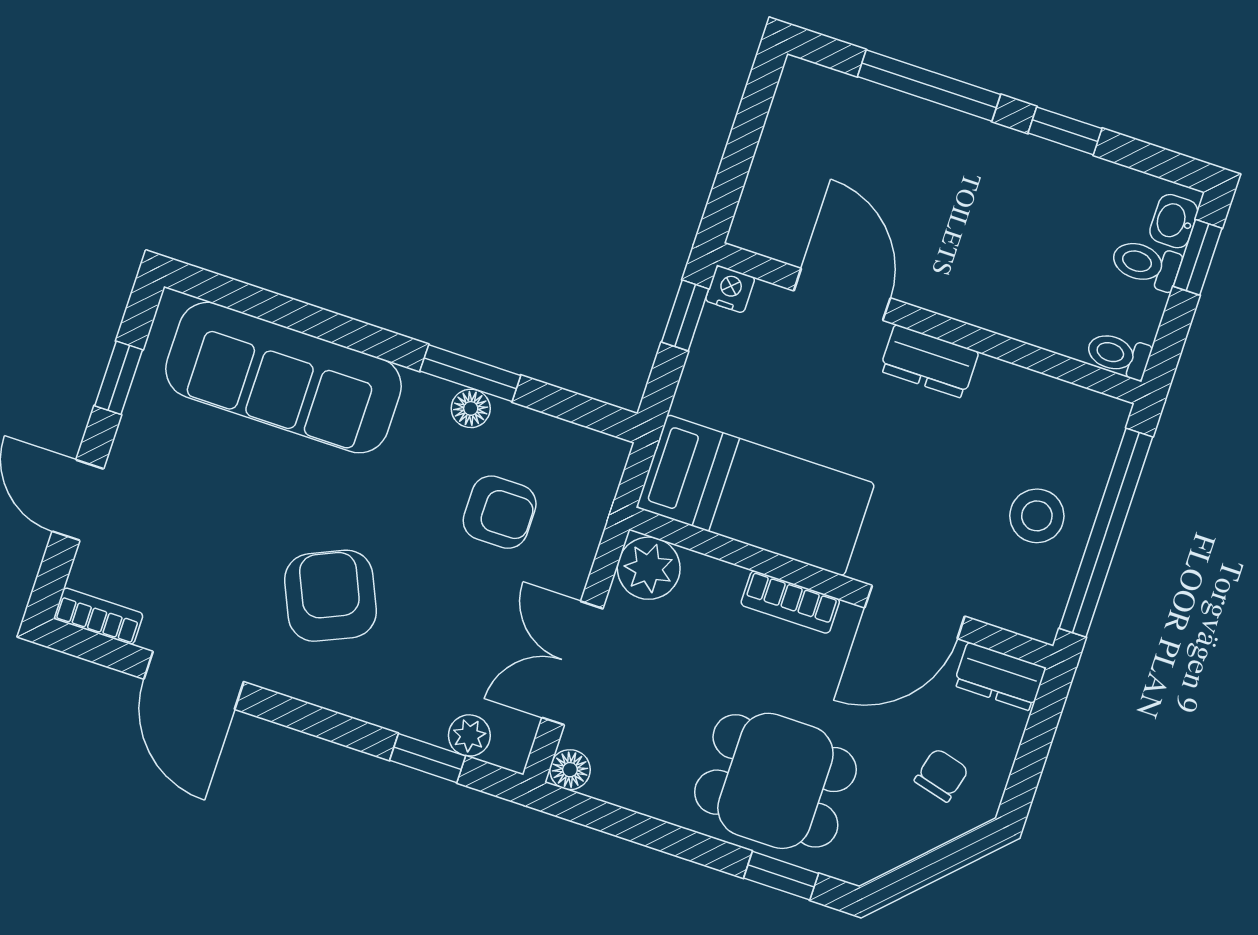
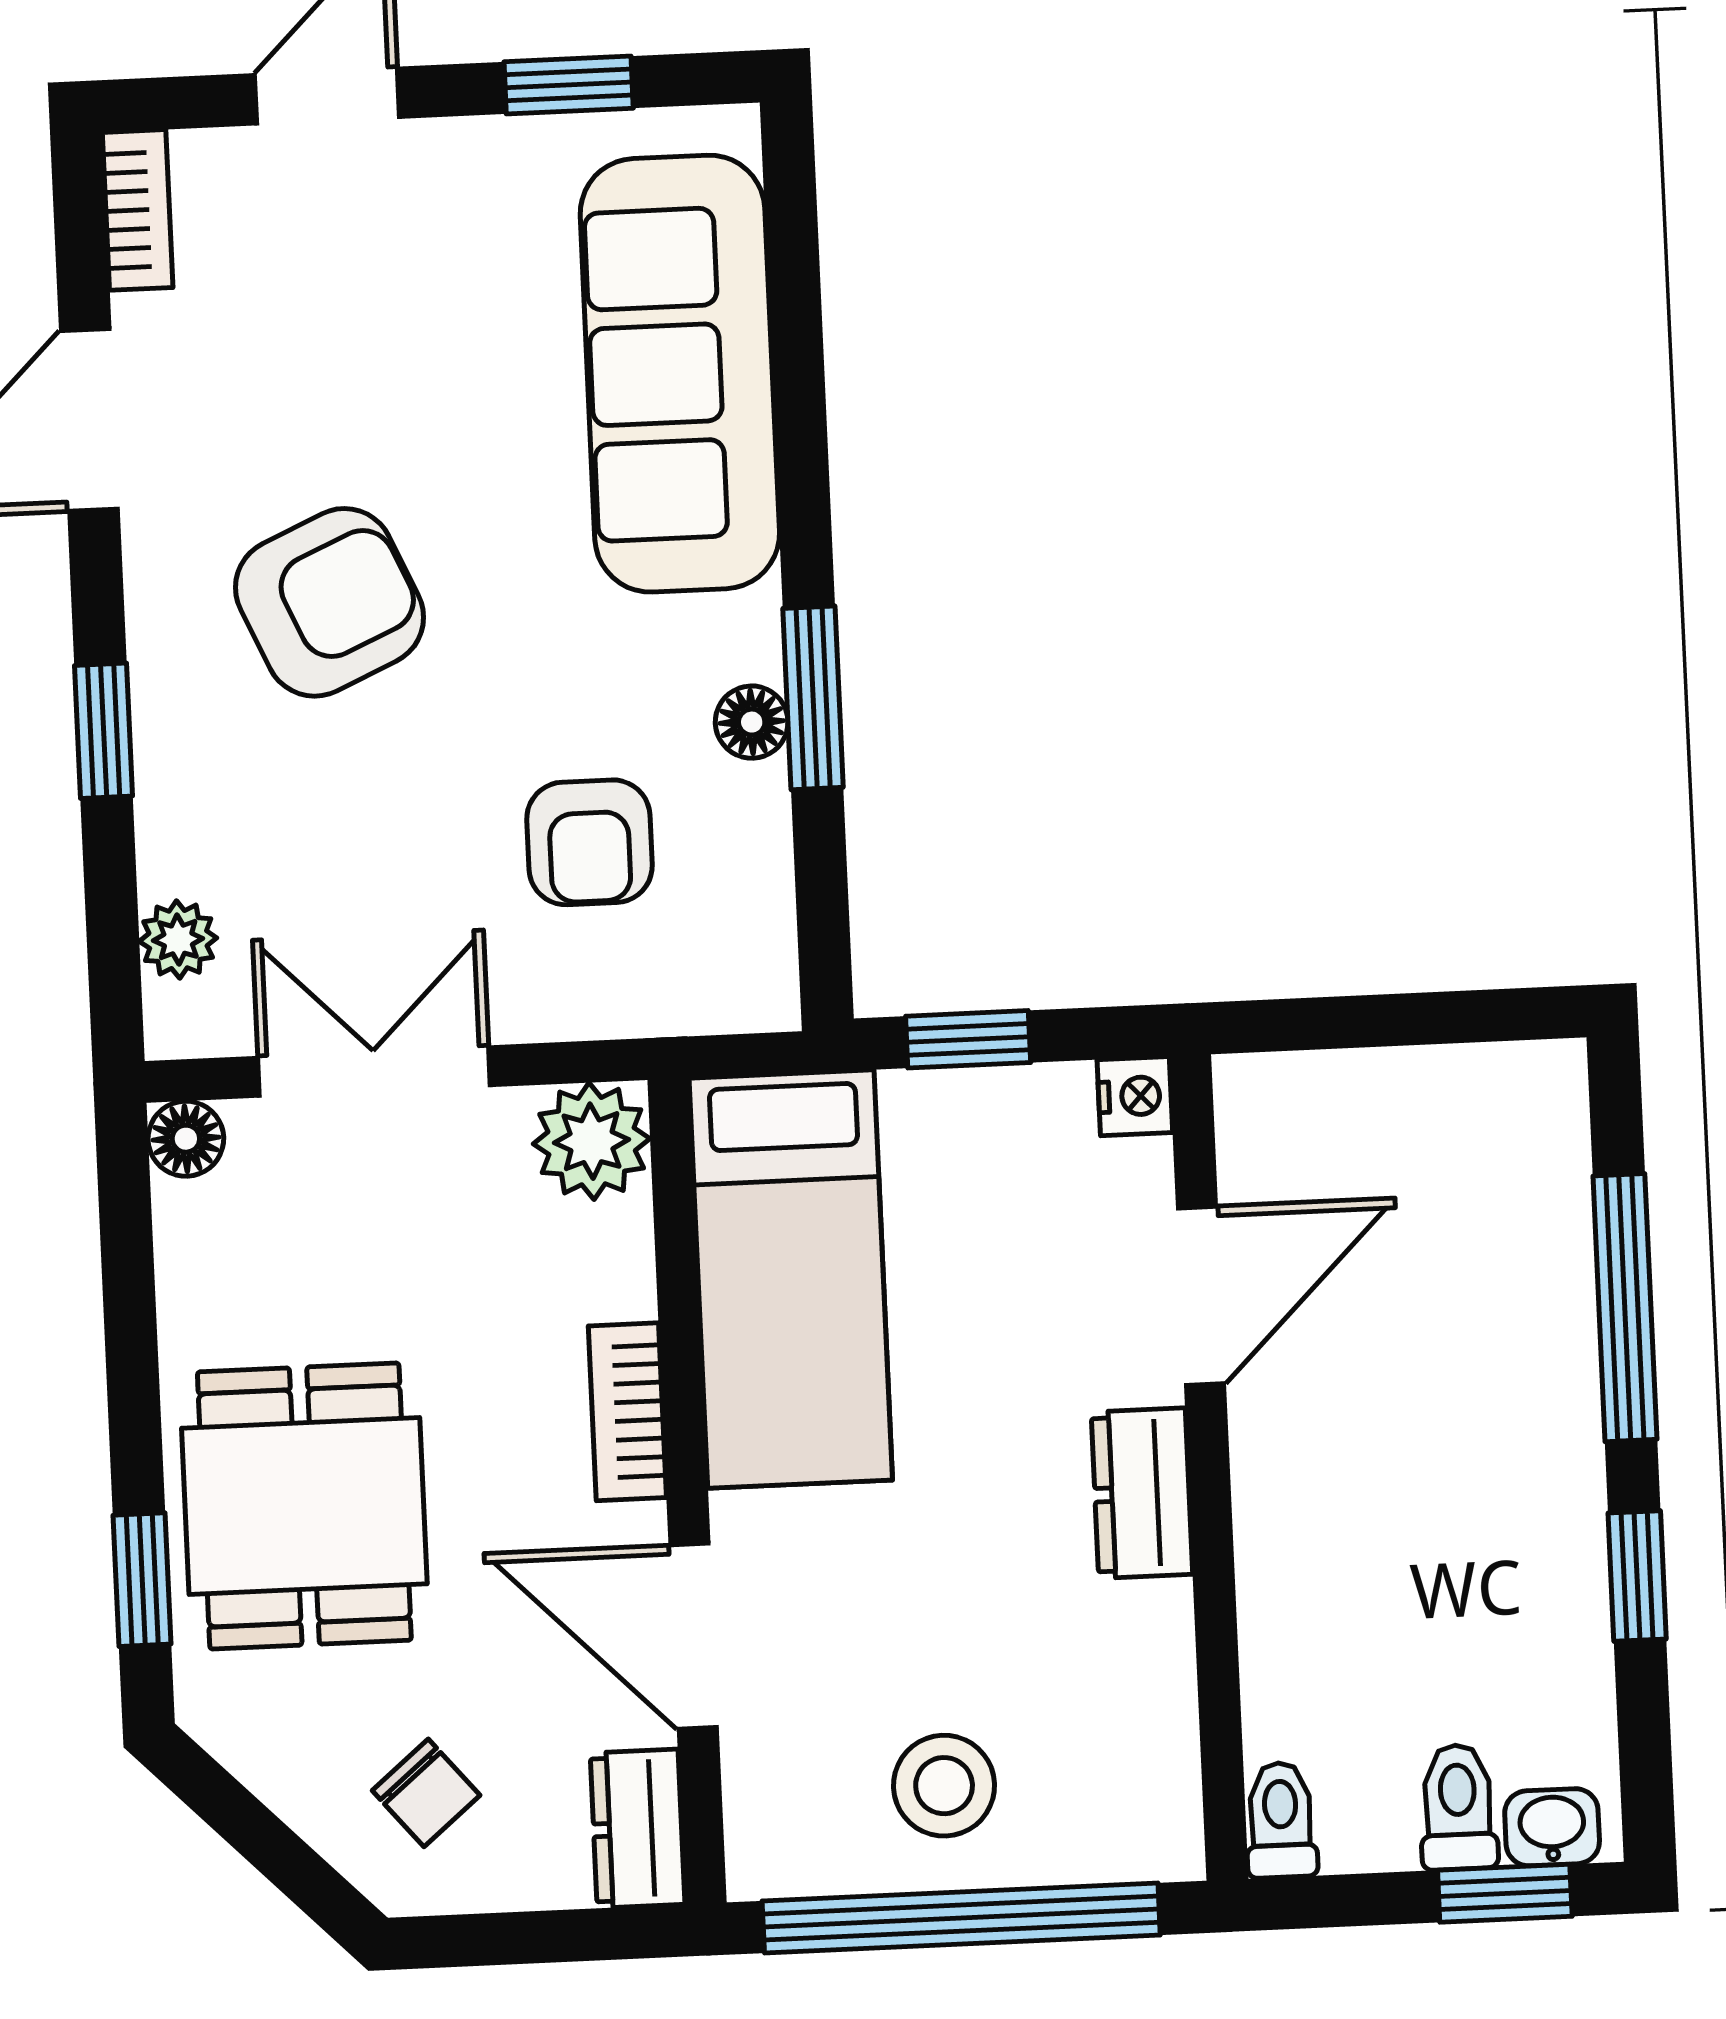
window: (685, 315) -> (968, 1039), moved
window: (428, 758) -> (104, 731), moved
chair: (942, 775) -> (426, 1793), turned 35

